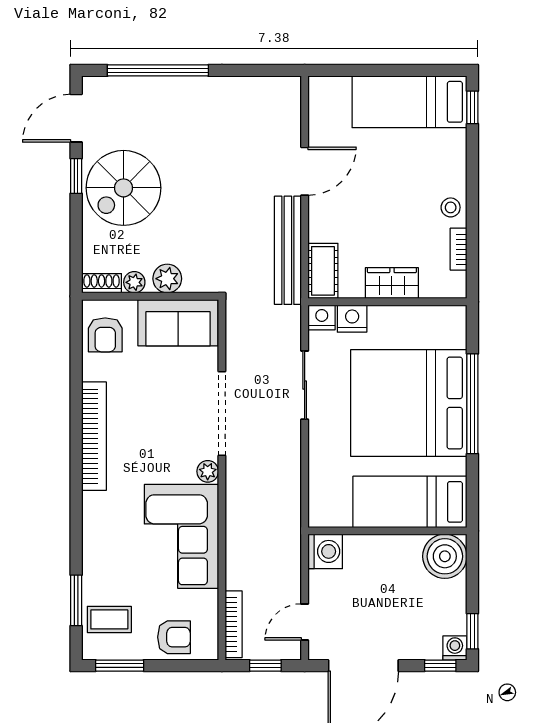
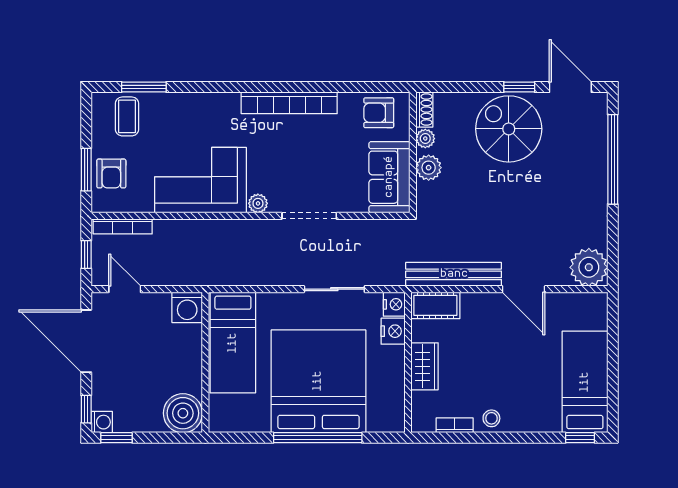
plant: (280, 97) -> (589, 267), added
doorway: (222, 414) -> (309, 216), width x0.73
bed: (410, 502) -> (233, 343), moved, turned 180
window: (120, 666) -> (86, 170), moved

